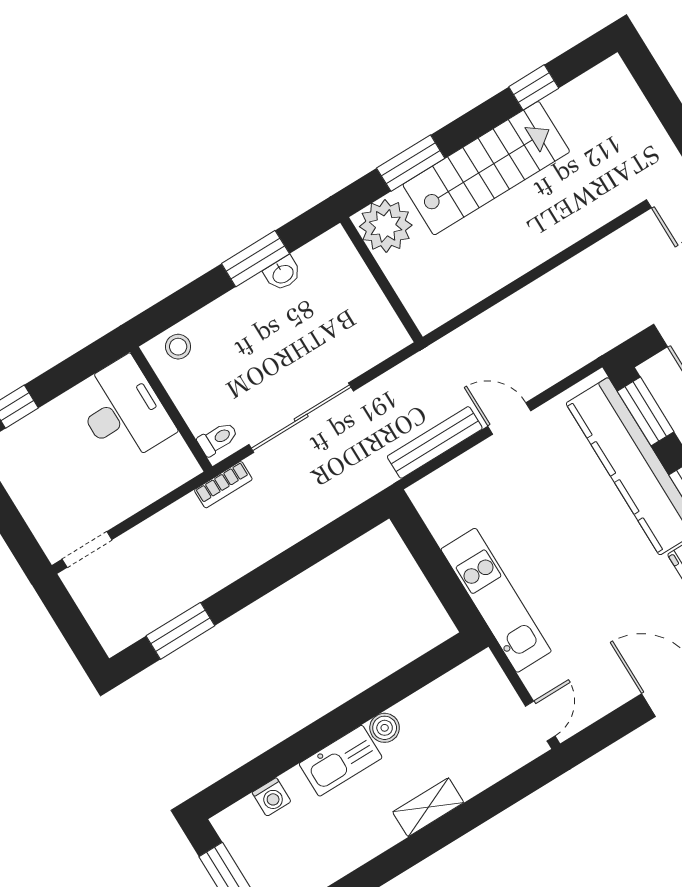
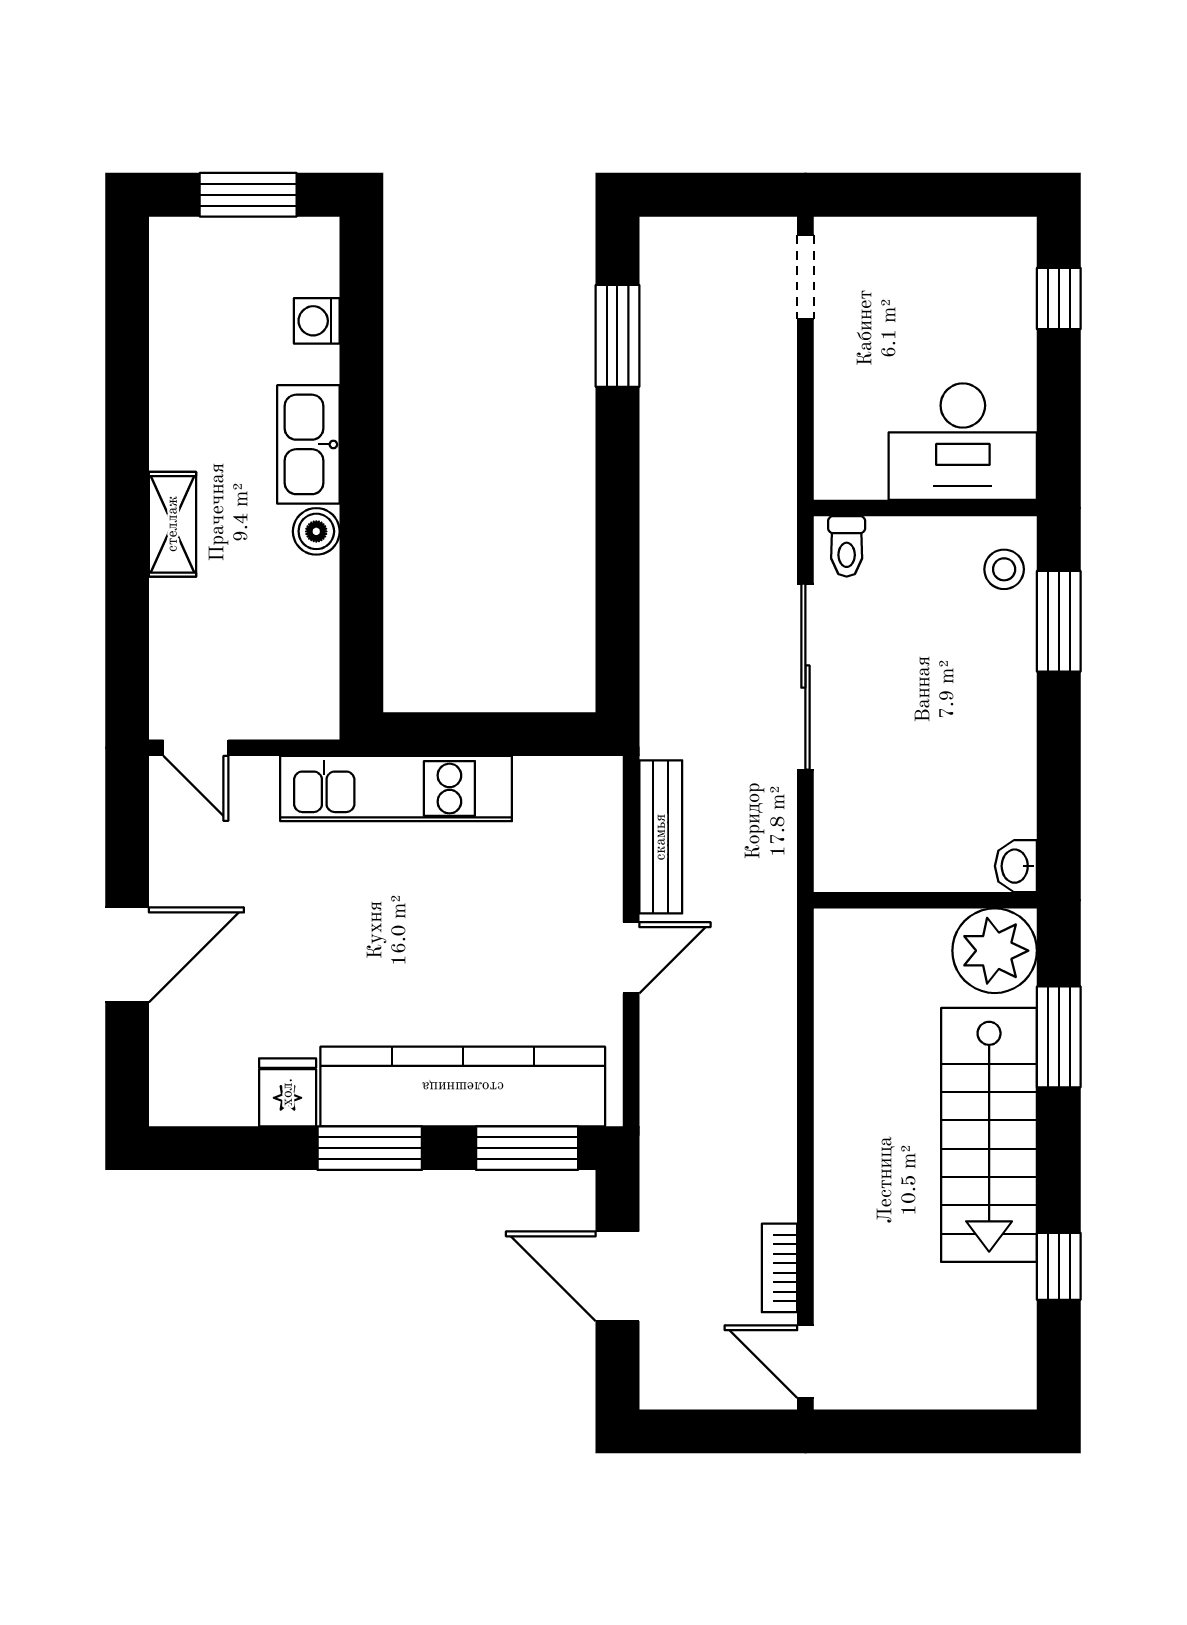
window: (255, 259) -> (1059, 621), moved
washbasin: (283, 274) -> (1016, 866), moved
bookcase: (223, 485) -> (780, 1268), moved

